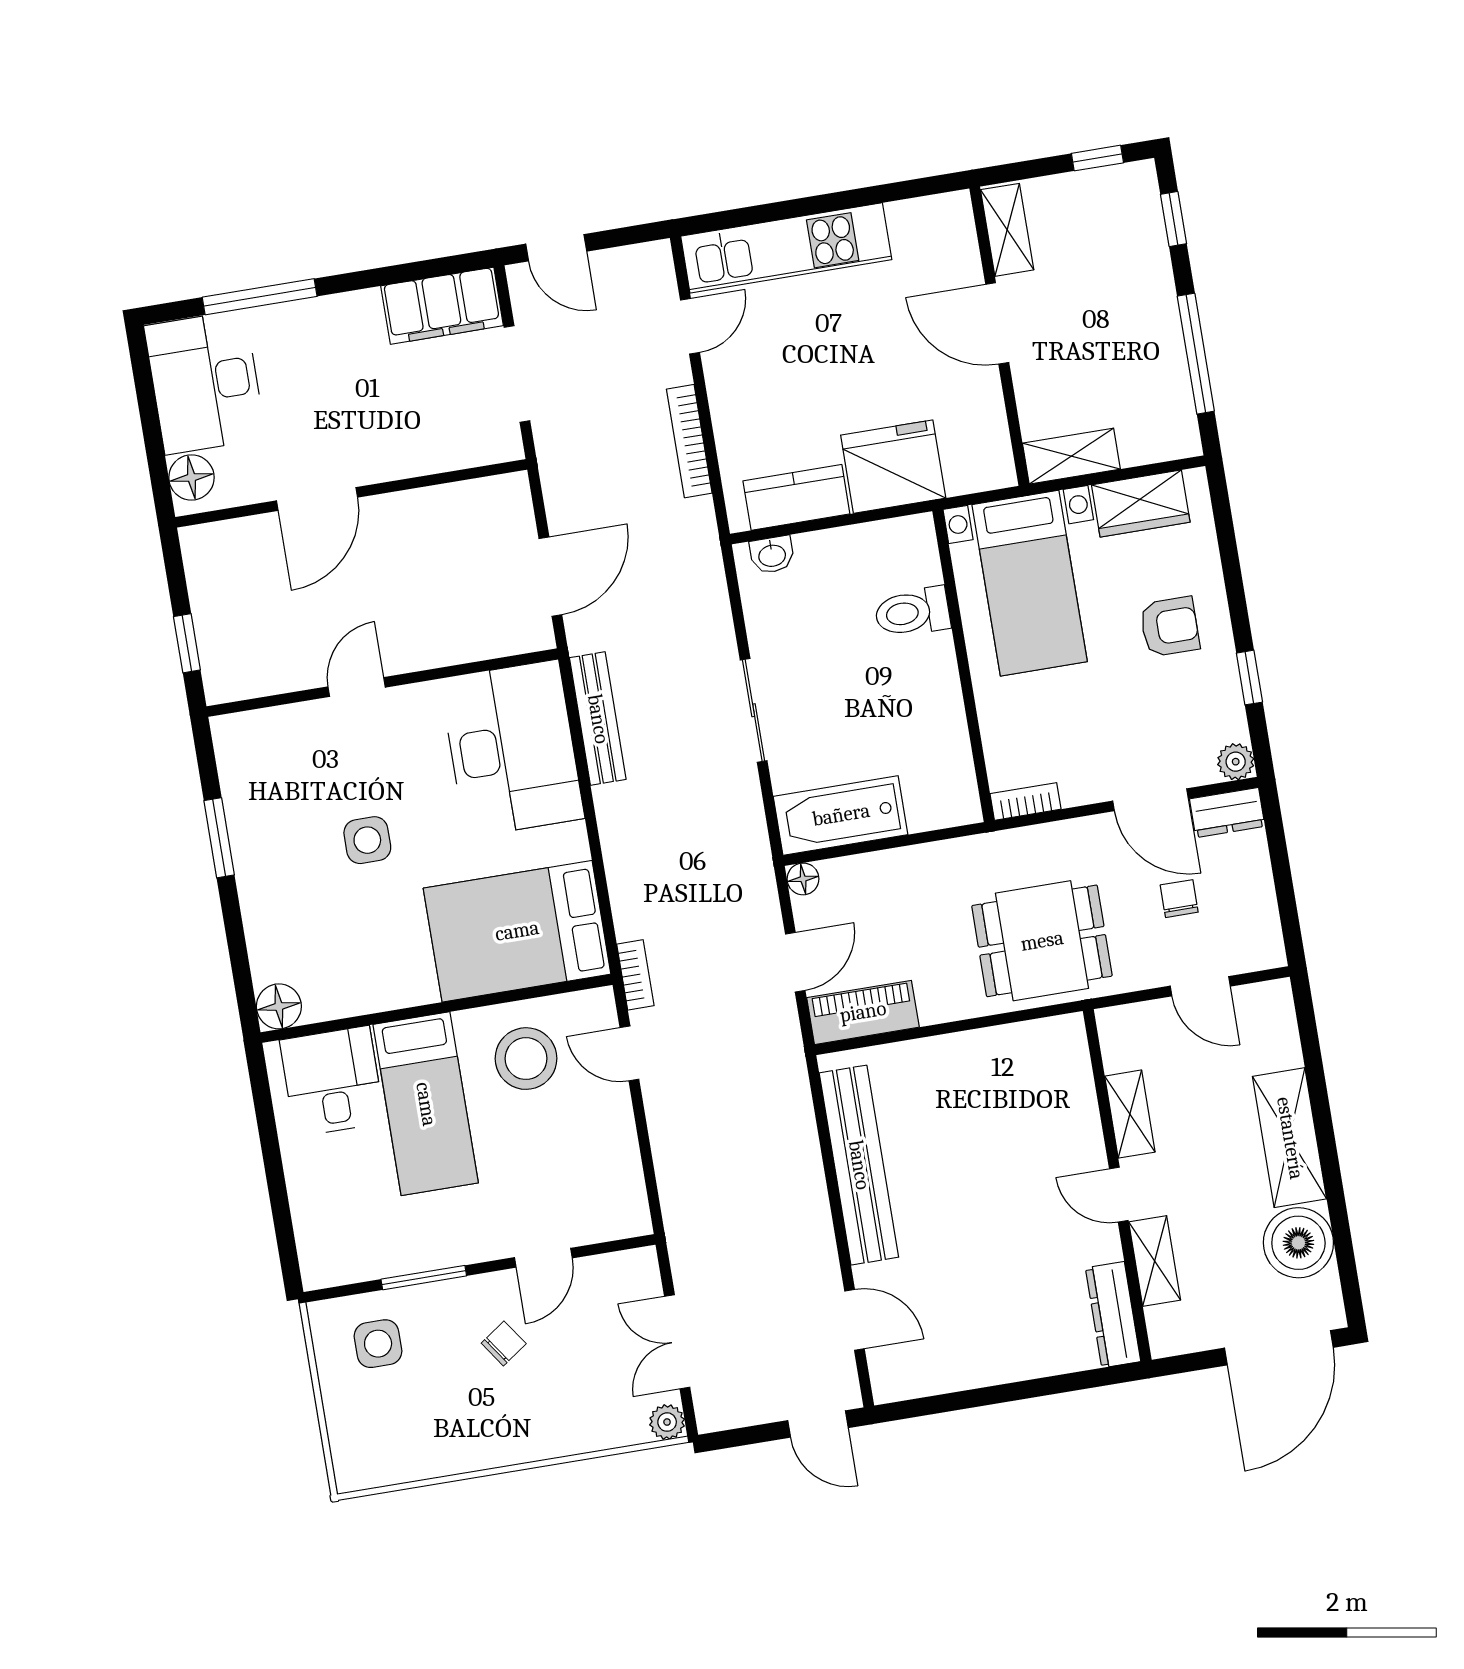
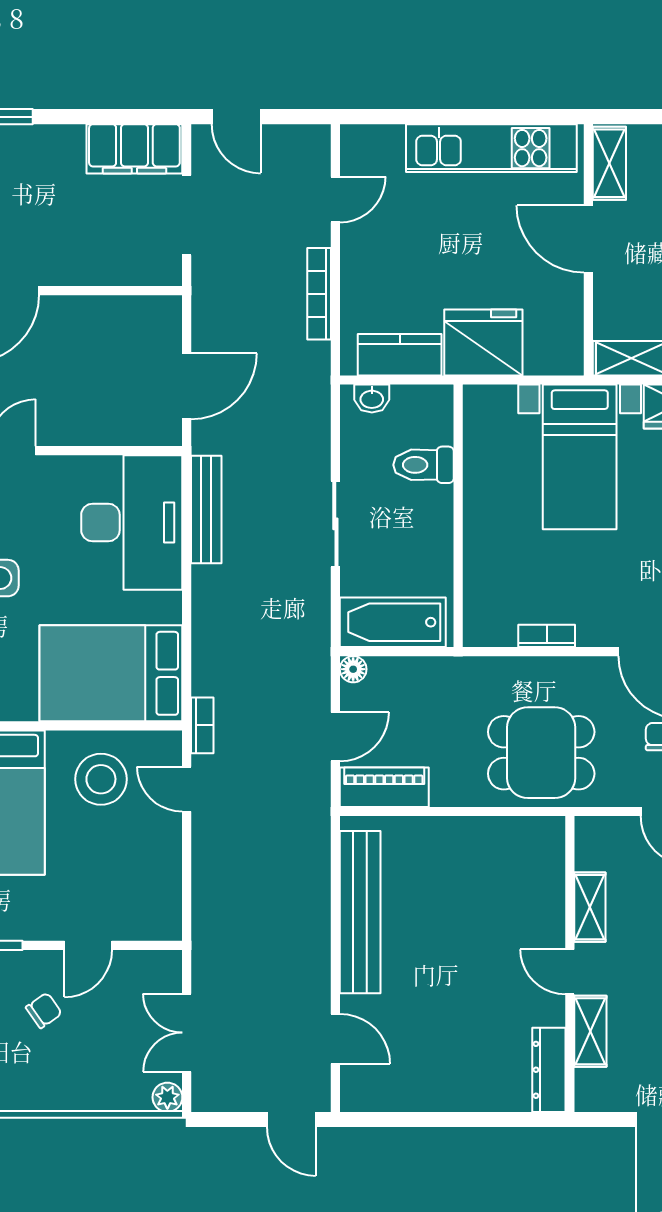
kitchen unit: (786, 248) -> (491, 148), moved
toilet: (912, 612) -> (424, 465), moved
wall: (963, 666) -> (458, 516), moved

